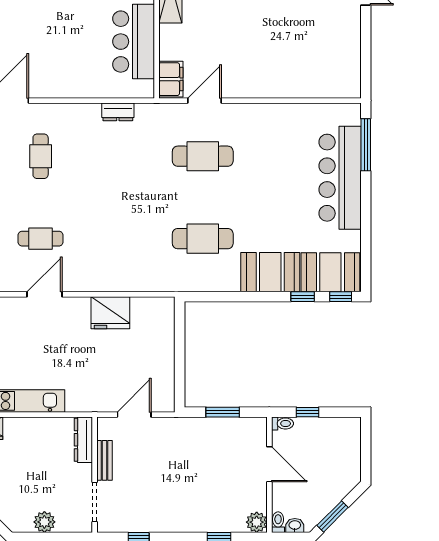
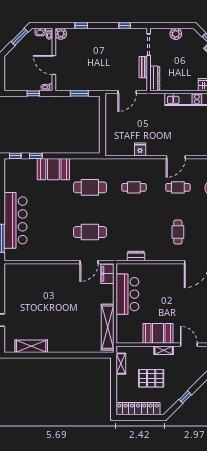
cafe table: (122, 239) -> (134, 187), added
booth: (330, 272) -> (21, 169), removed
fridge: (110, 313) -> (140, 149), width x0.53, depth x0.75

